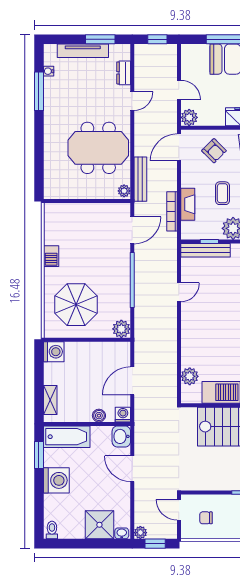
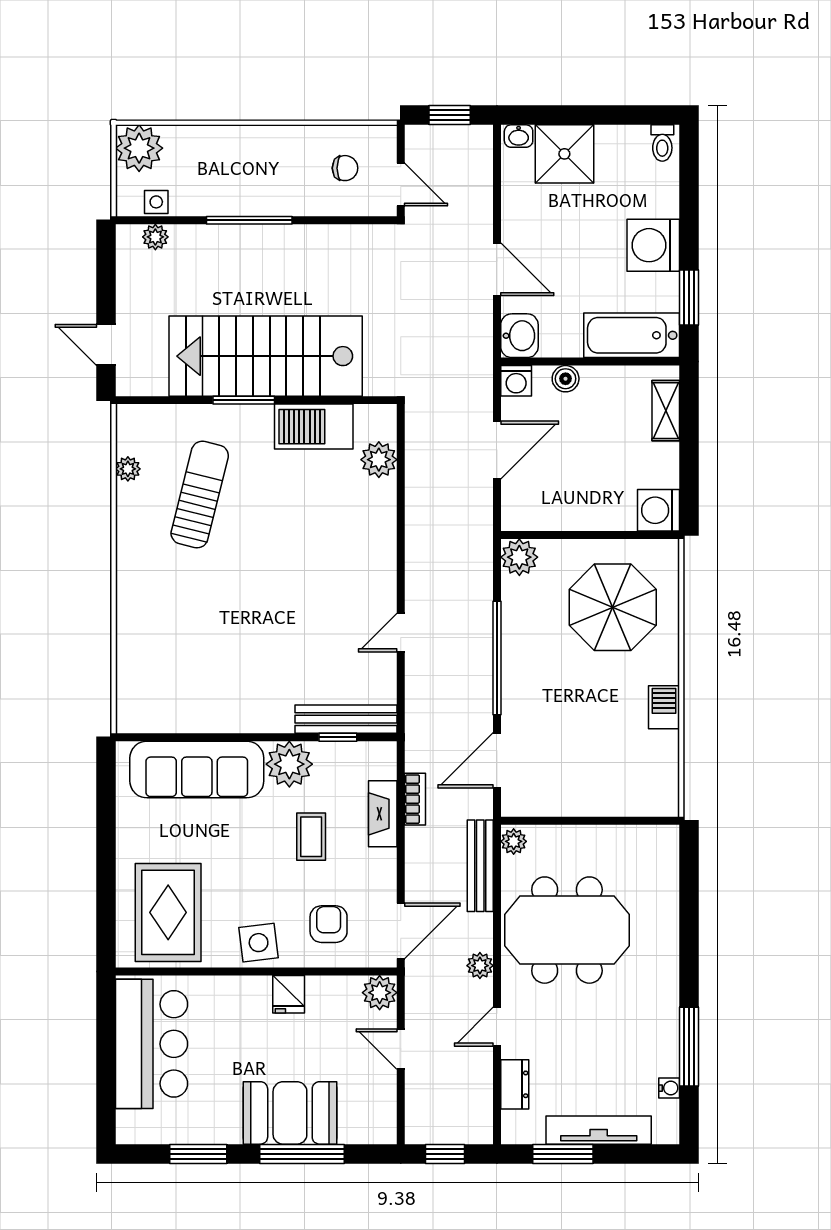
armchair: (214, 151) -> (329, 924), turned 45
bookcase: (172, 211) -> (415, 799), width x0.64
plant: (140, 533) -> (480, 966), moved

